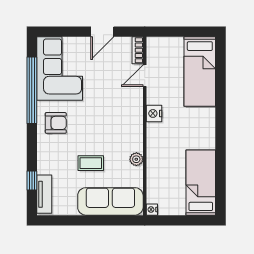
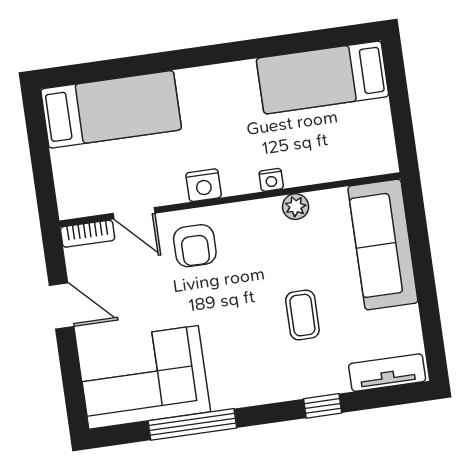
window: (32, 90) -> (192, 424), width x0.68
armchair: (56, 123) -> (195, 246), moved, turned 180
coffee table: (91, 163) -> (302, 315), moved
window: (32, 181) -> (323, 406), moved
nightstand: (152, 210) -> (271, 180), moved

